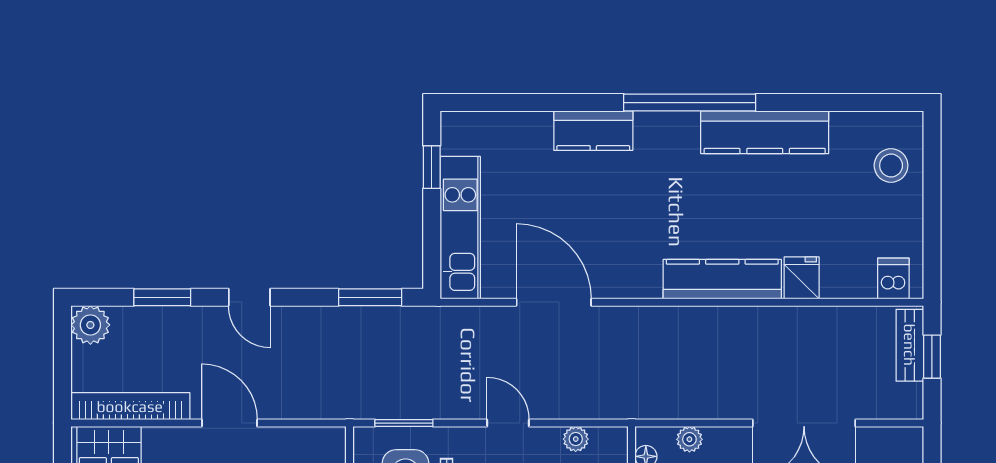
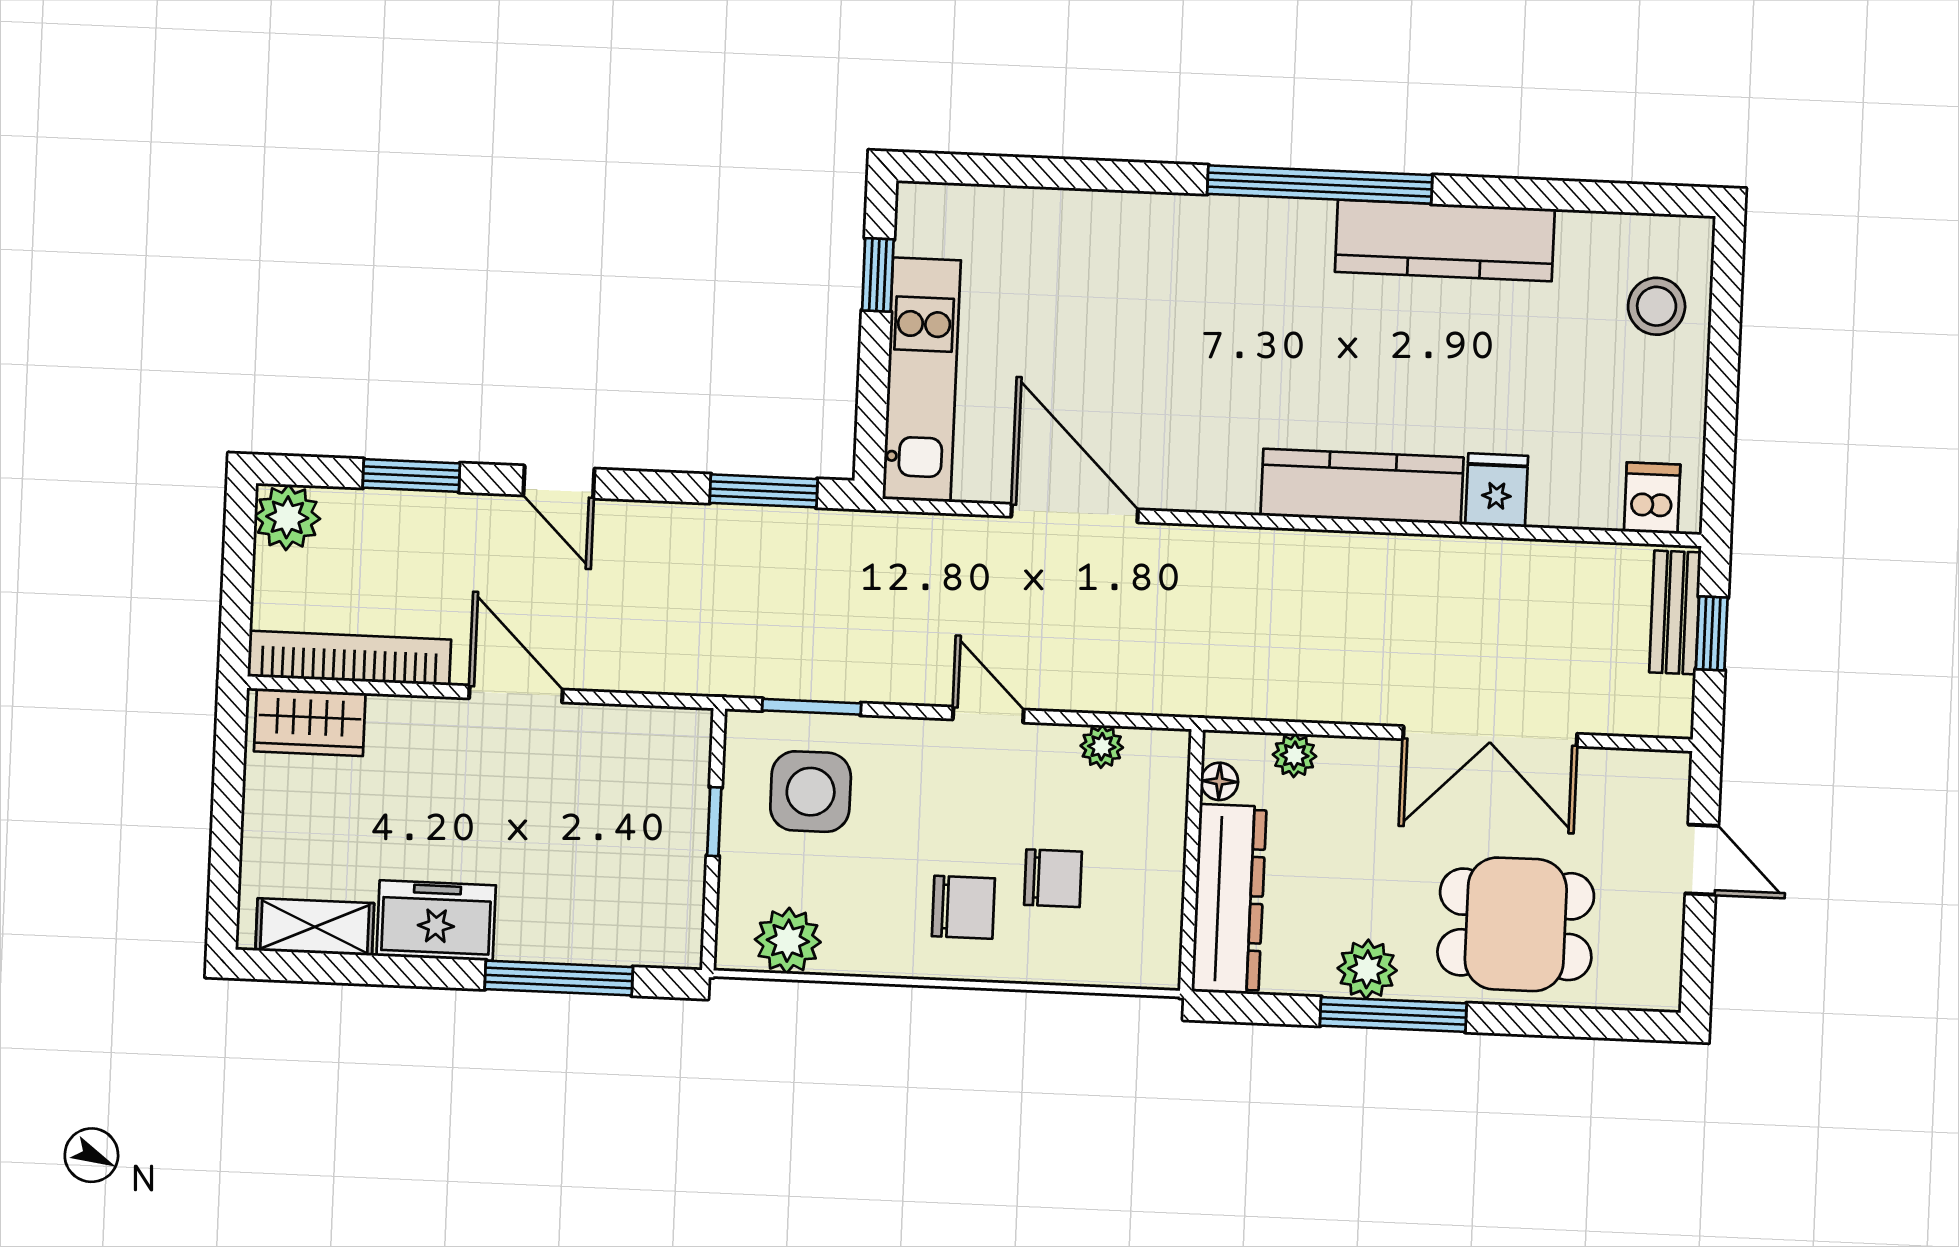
kitchen counter: (593, 131) -> (1154, 225), removed

